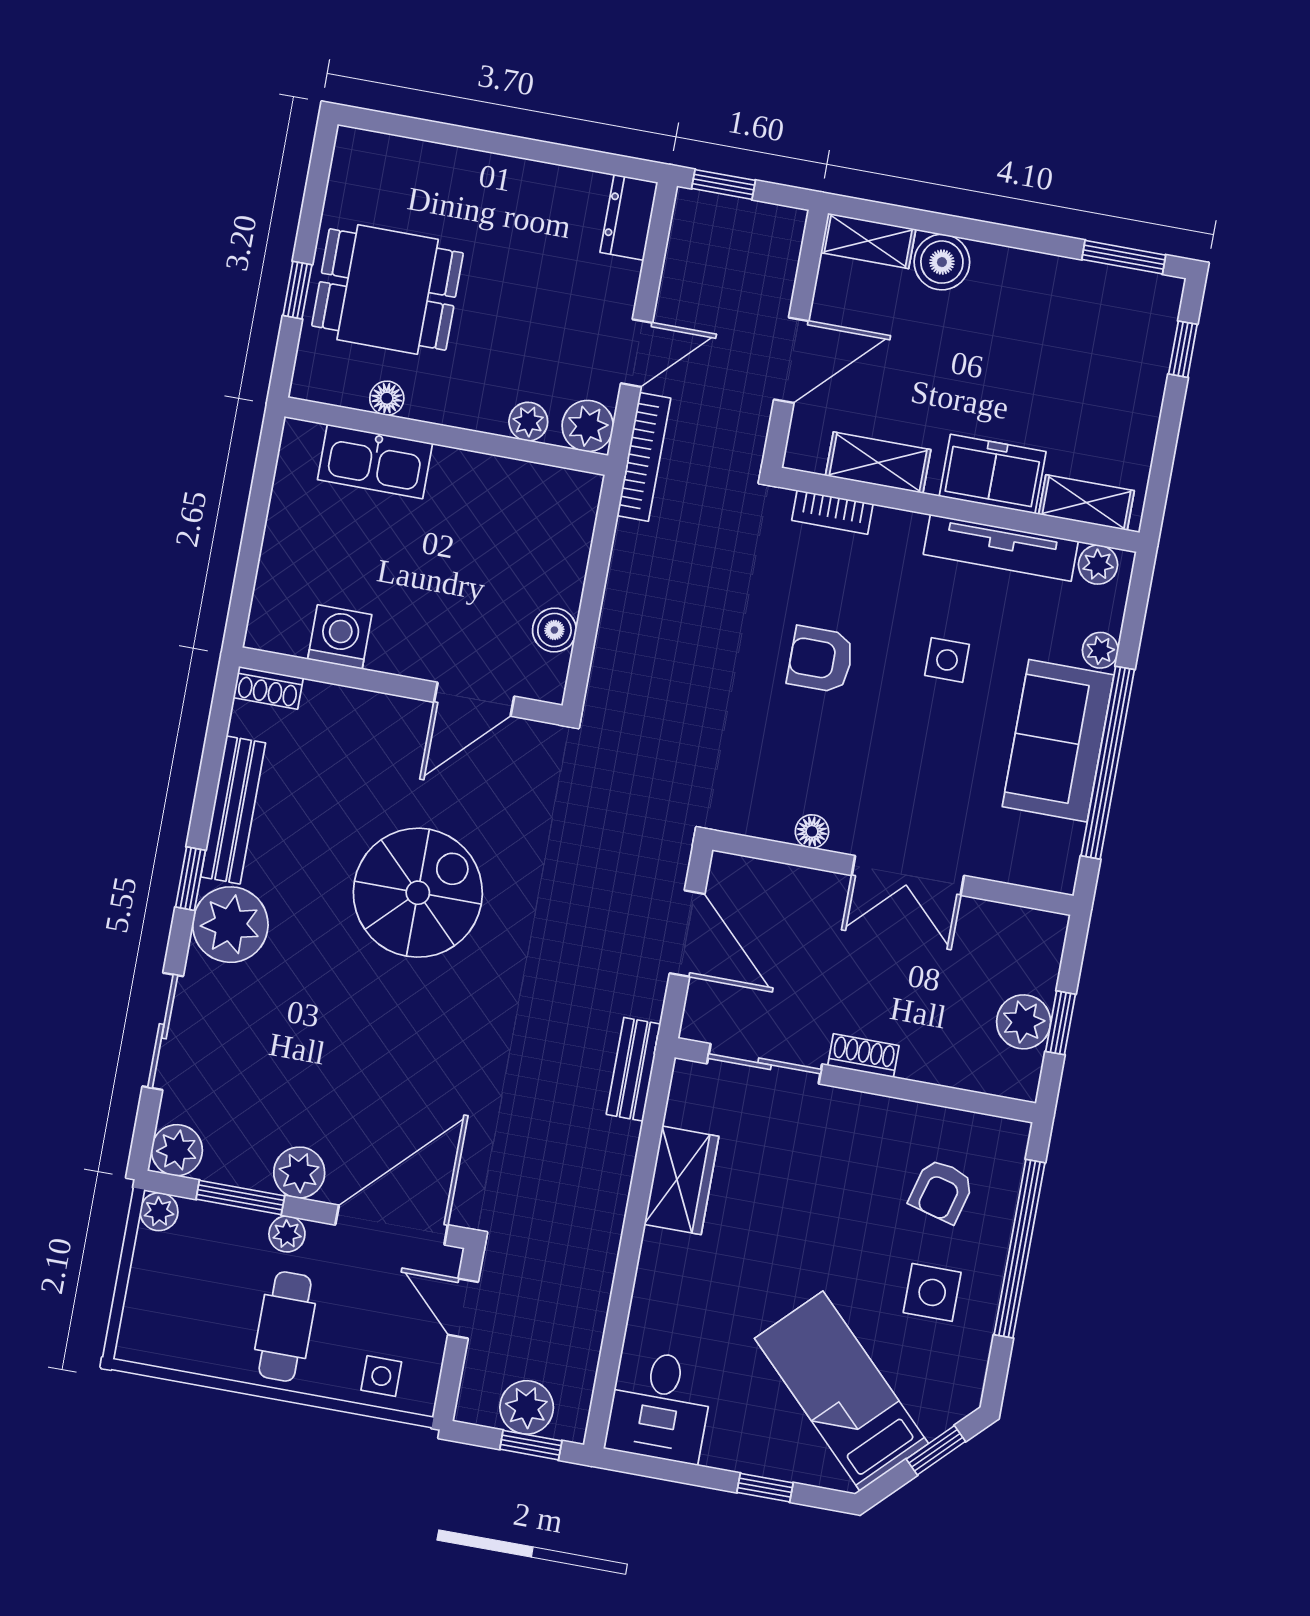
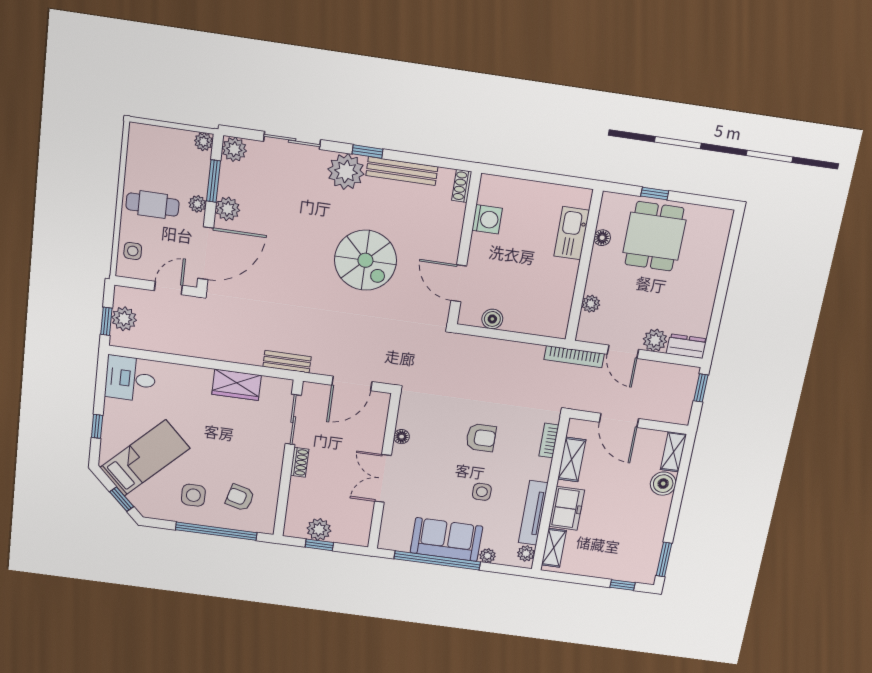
plant: (588, 426) -> (655, 340), moved
armchair: (821, 659) -> (481, 438), turned 90
door: (392, 1225) -> (206, 253), hinge flipped

